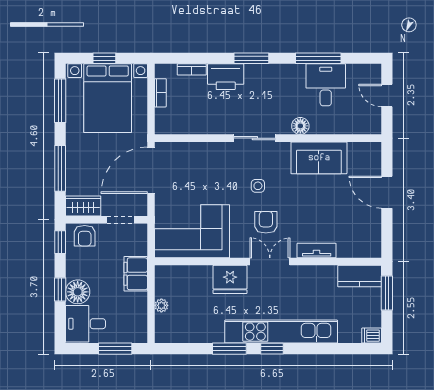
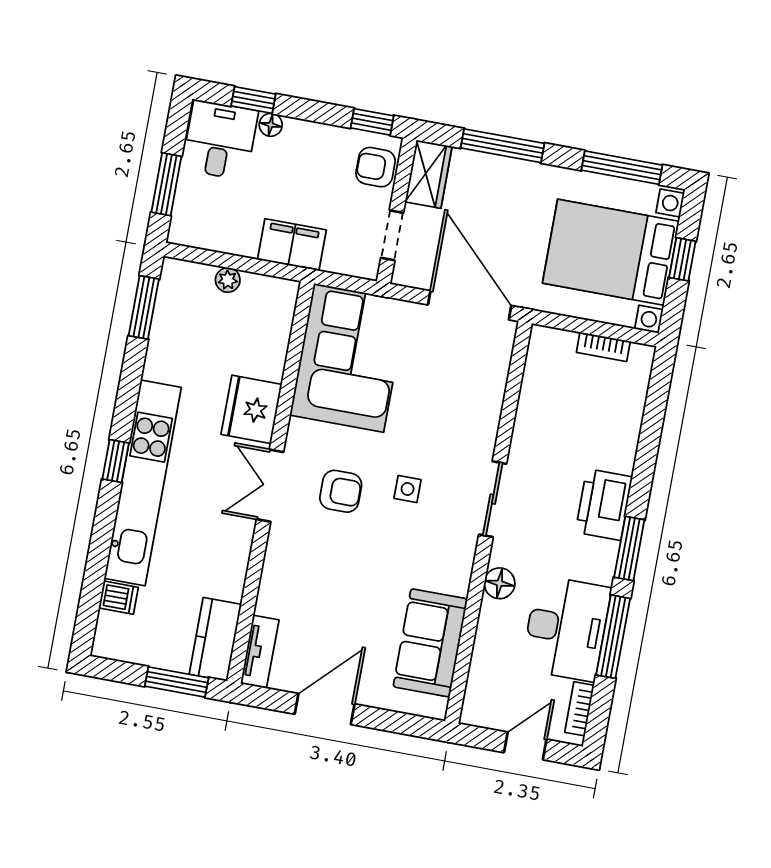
window: (251, 58) -> (629, 548), moved
bookcase: (192, 69) -> (579, 709), moved
printer: (226, 77) -> (604, 505), moved
desk: (326, 85) -> (566, 628), width x1.37
sofa: (319, 158) -> (430, 643), moved
door: (387, 192) -> (325, 709), moved
tv unit: (317, 251) -> (260, 652), moved
double door: (270, 262) -> (270, 486), swing flipped
window: (60, 289) -> (253, 100), moved
floor lamp: (78, 292) -> (271, 125), width x0.53, depth x0.53
dishwasher: (372, 336) -> (118, 598), moved, turned 90
window: (229, 349) -> (144, 307), moved

